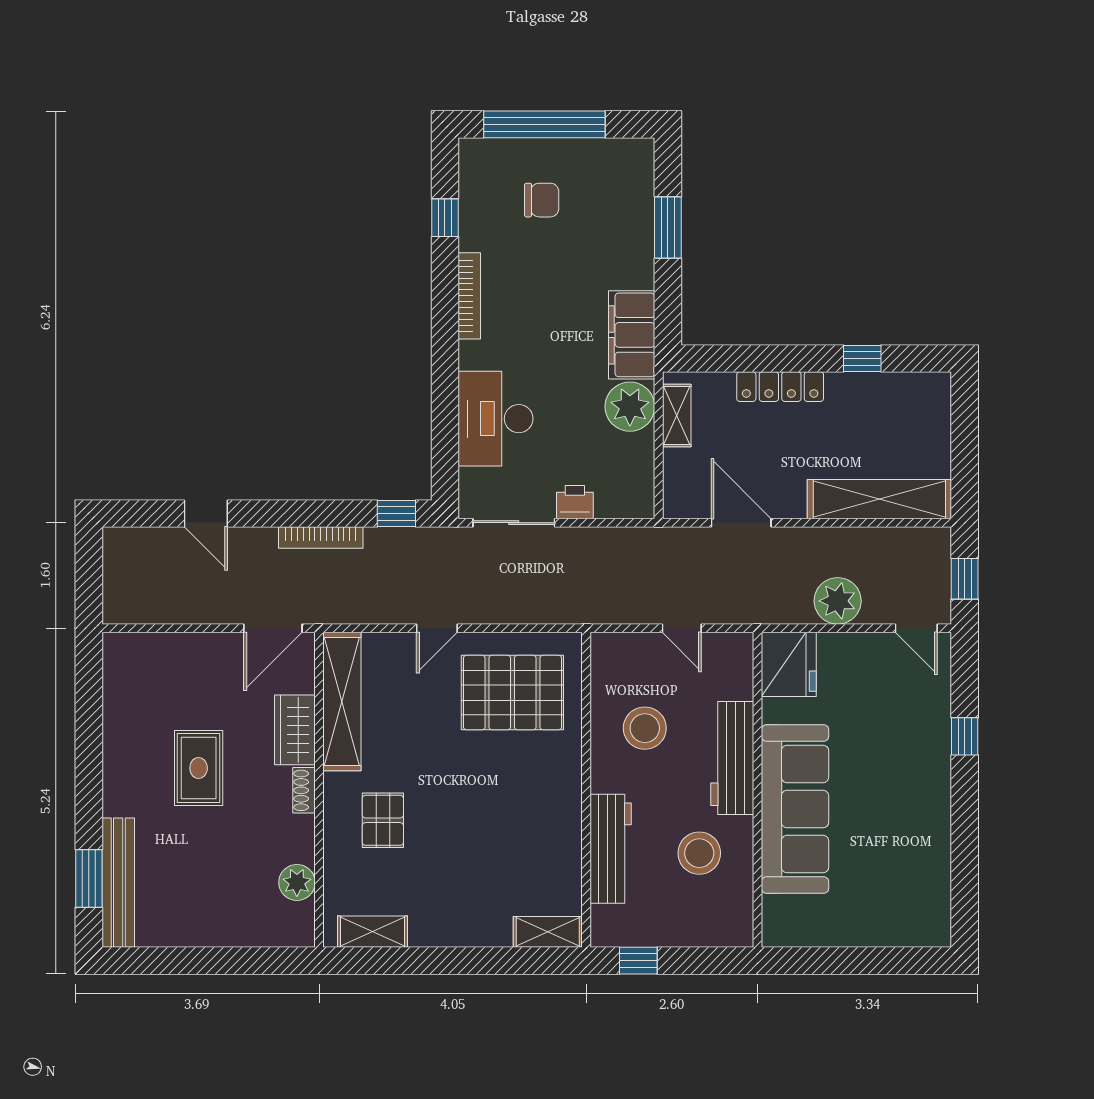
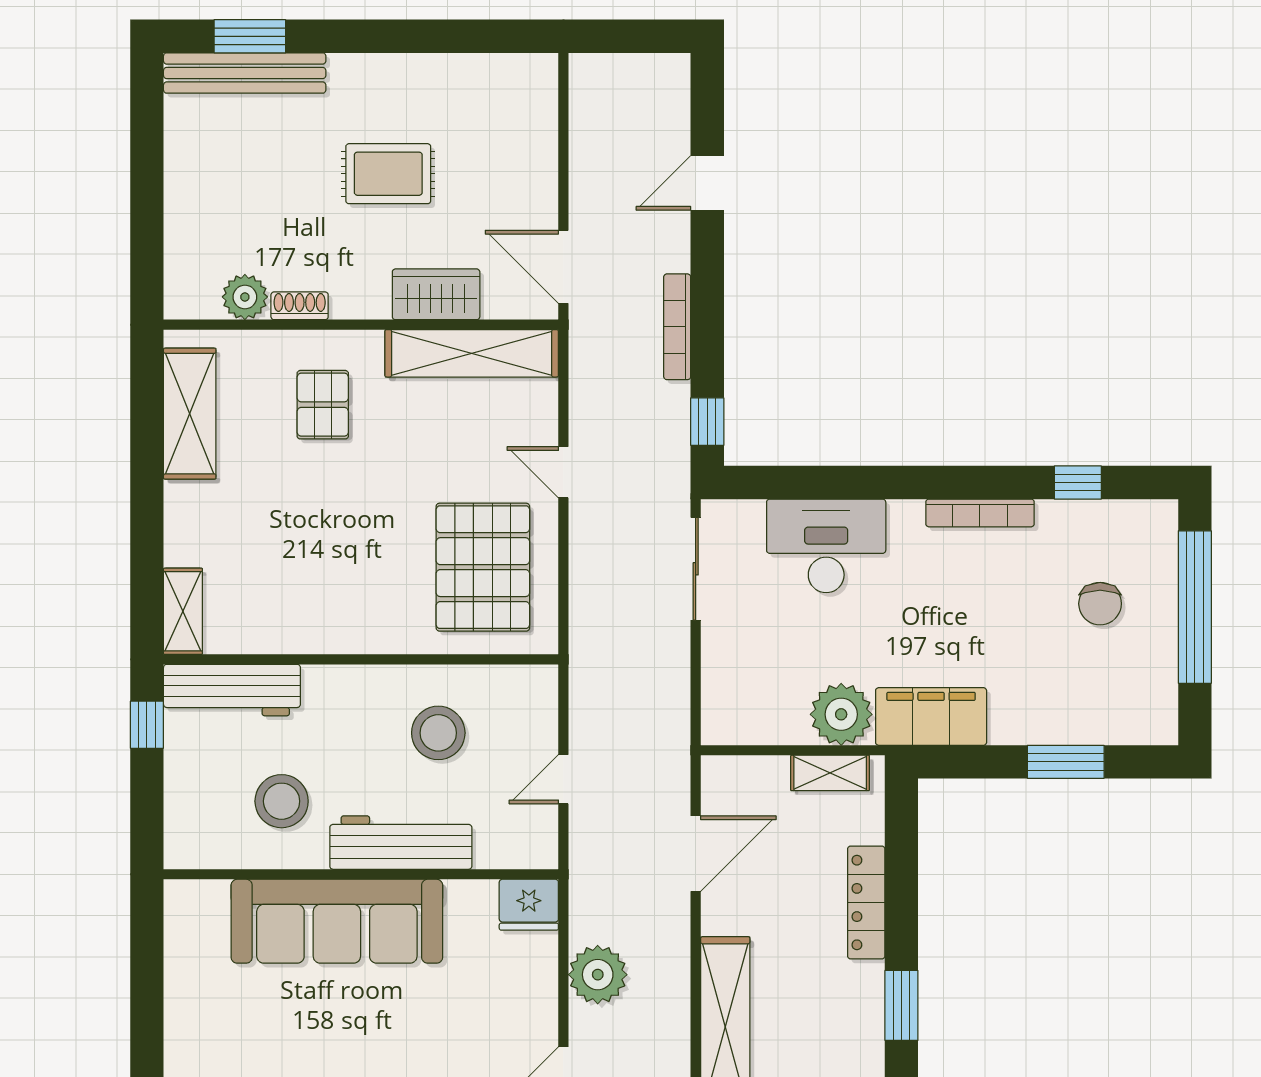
window: (862, 359) -> (901, 1005), width x1.50
printer: (575, 502) -> (721, 645), removed
fridge: (789, 664) -> (529, 905), width x0.73, depth x0.75
shoe rack: (304, 790) -> (300, 306), moved
pallet: (383, 820) -> (323, 405), turned 90
workbench: (611, 849) -> (232, 690), moved
shelving: (373, 932) -> (190, 414), width x1.50, depth x1.33

